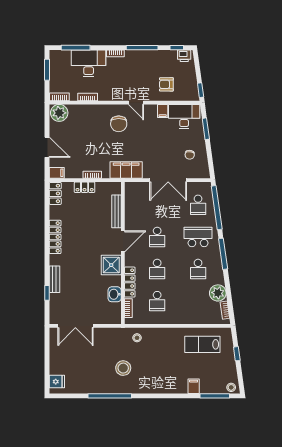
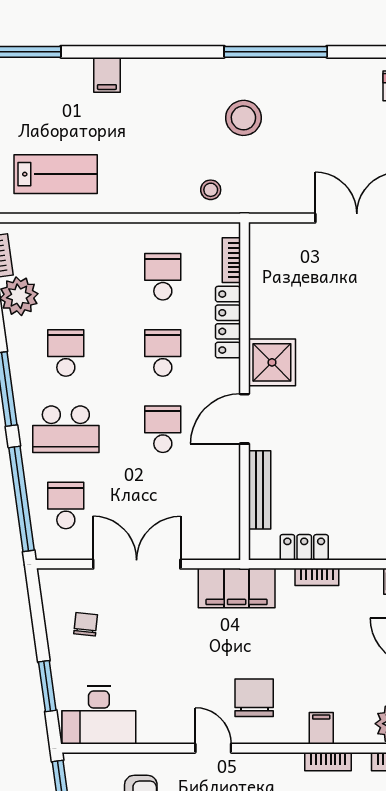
filing cabinet: (163, 111) -> (321, 728), moved
locker: (85, 187) -> (304, 547), moved
washbasin: (115, 294) -> (264, 293), removed
filing cabinet: (194, 386) -> (107, 75), moved

